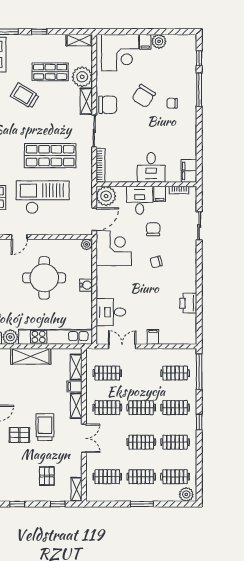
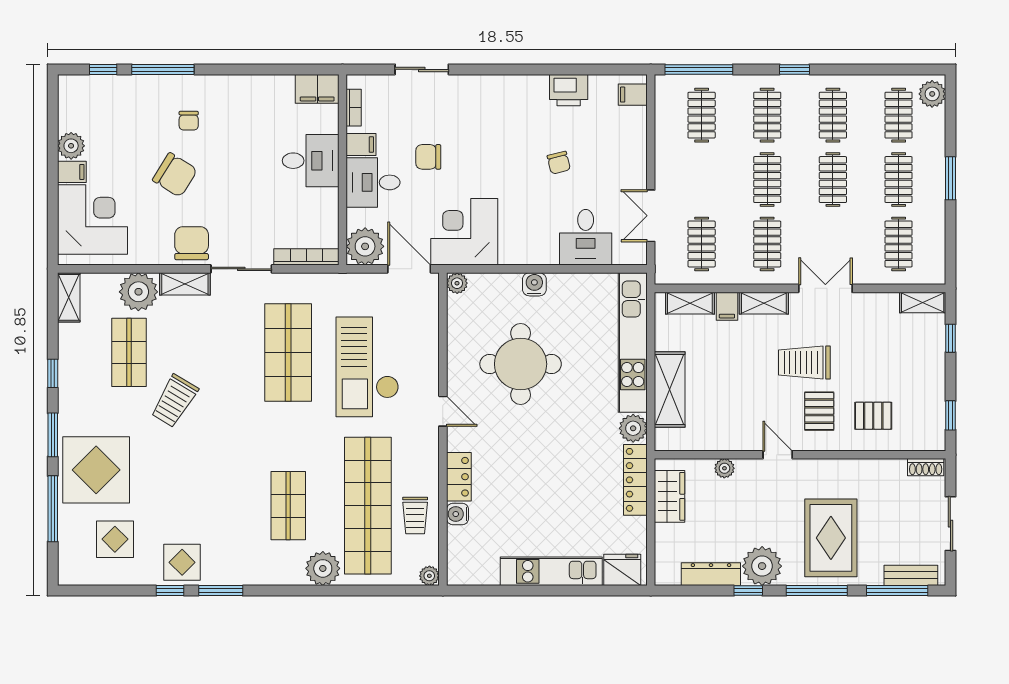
chair: (156, 262) -> (559, 163), moved
filing cabinet: (153, 337) -> (633, 95), moved
pallet: (47, 476) -> (873, 416), moved

